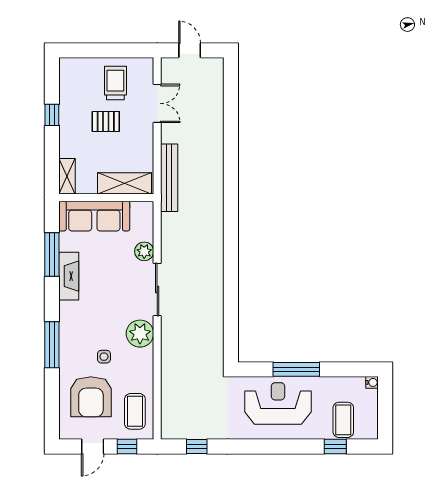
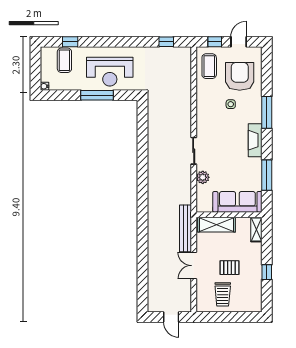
double door: (157, 103) -> (194, 266), moved
fireplace: (69, 276) -> (255, 140), moved
sliding door: (157, 289) -> (194, 151), width x0.73
plant: (140, 334) -> (206, 120), removed

